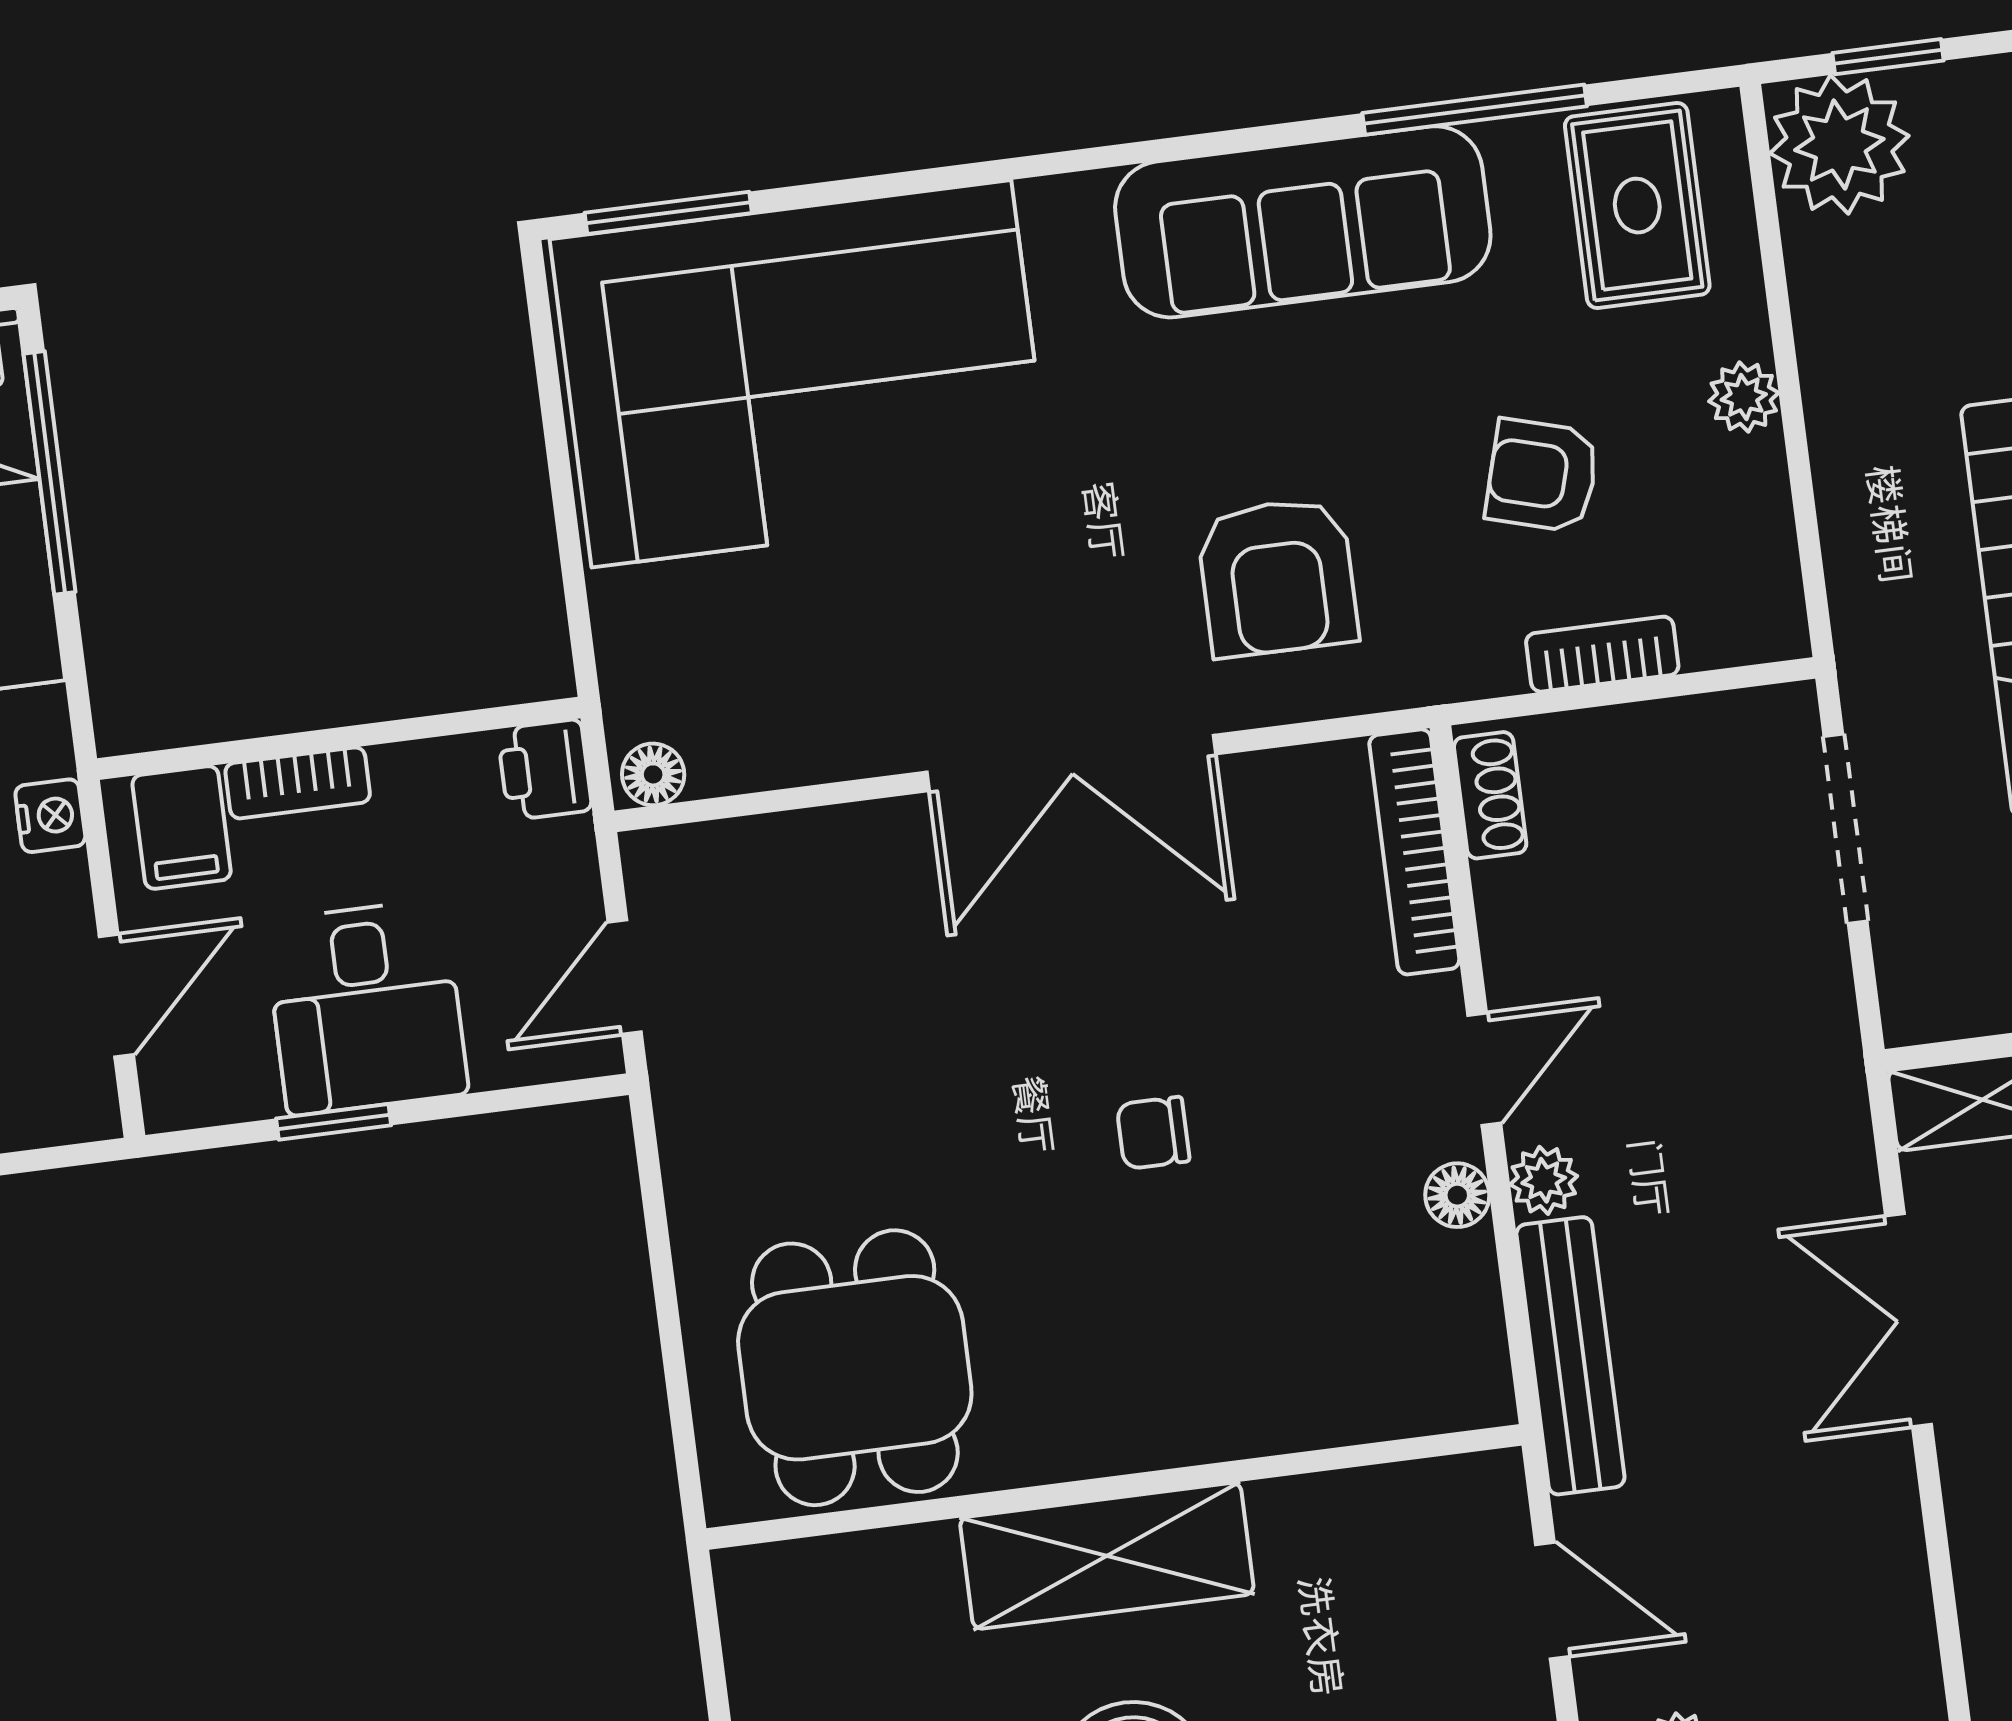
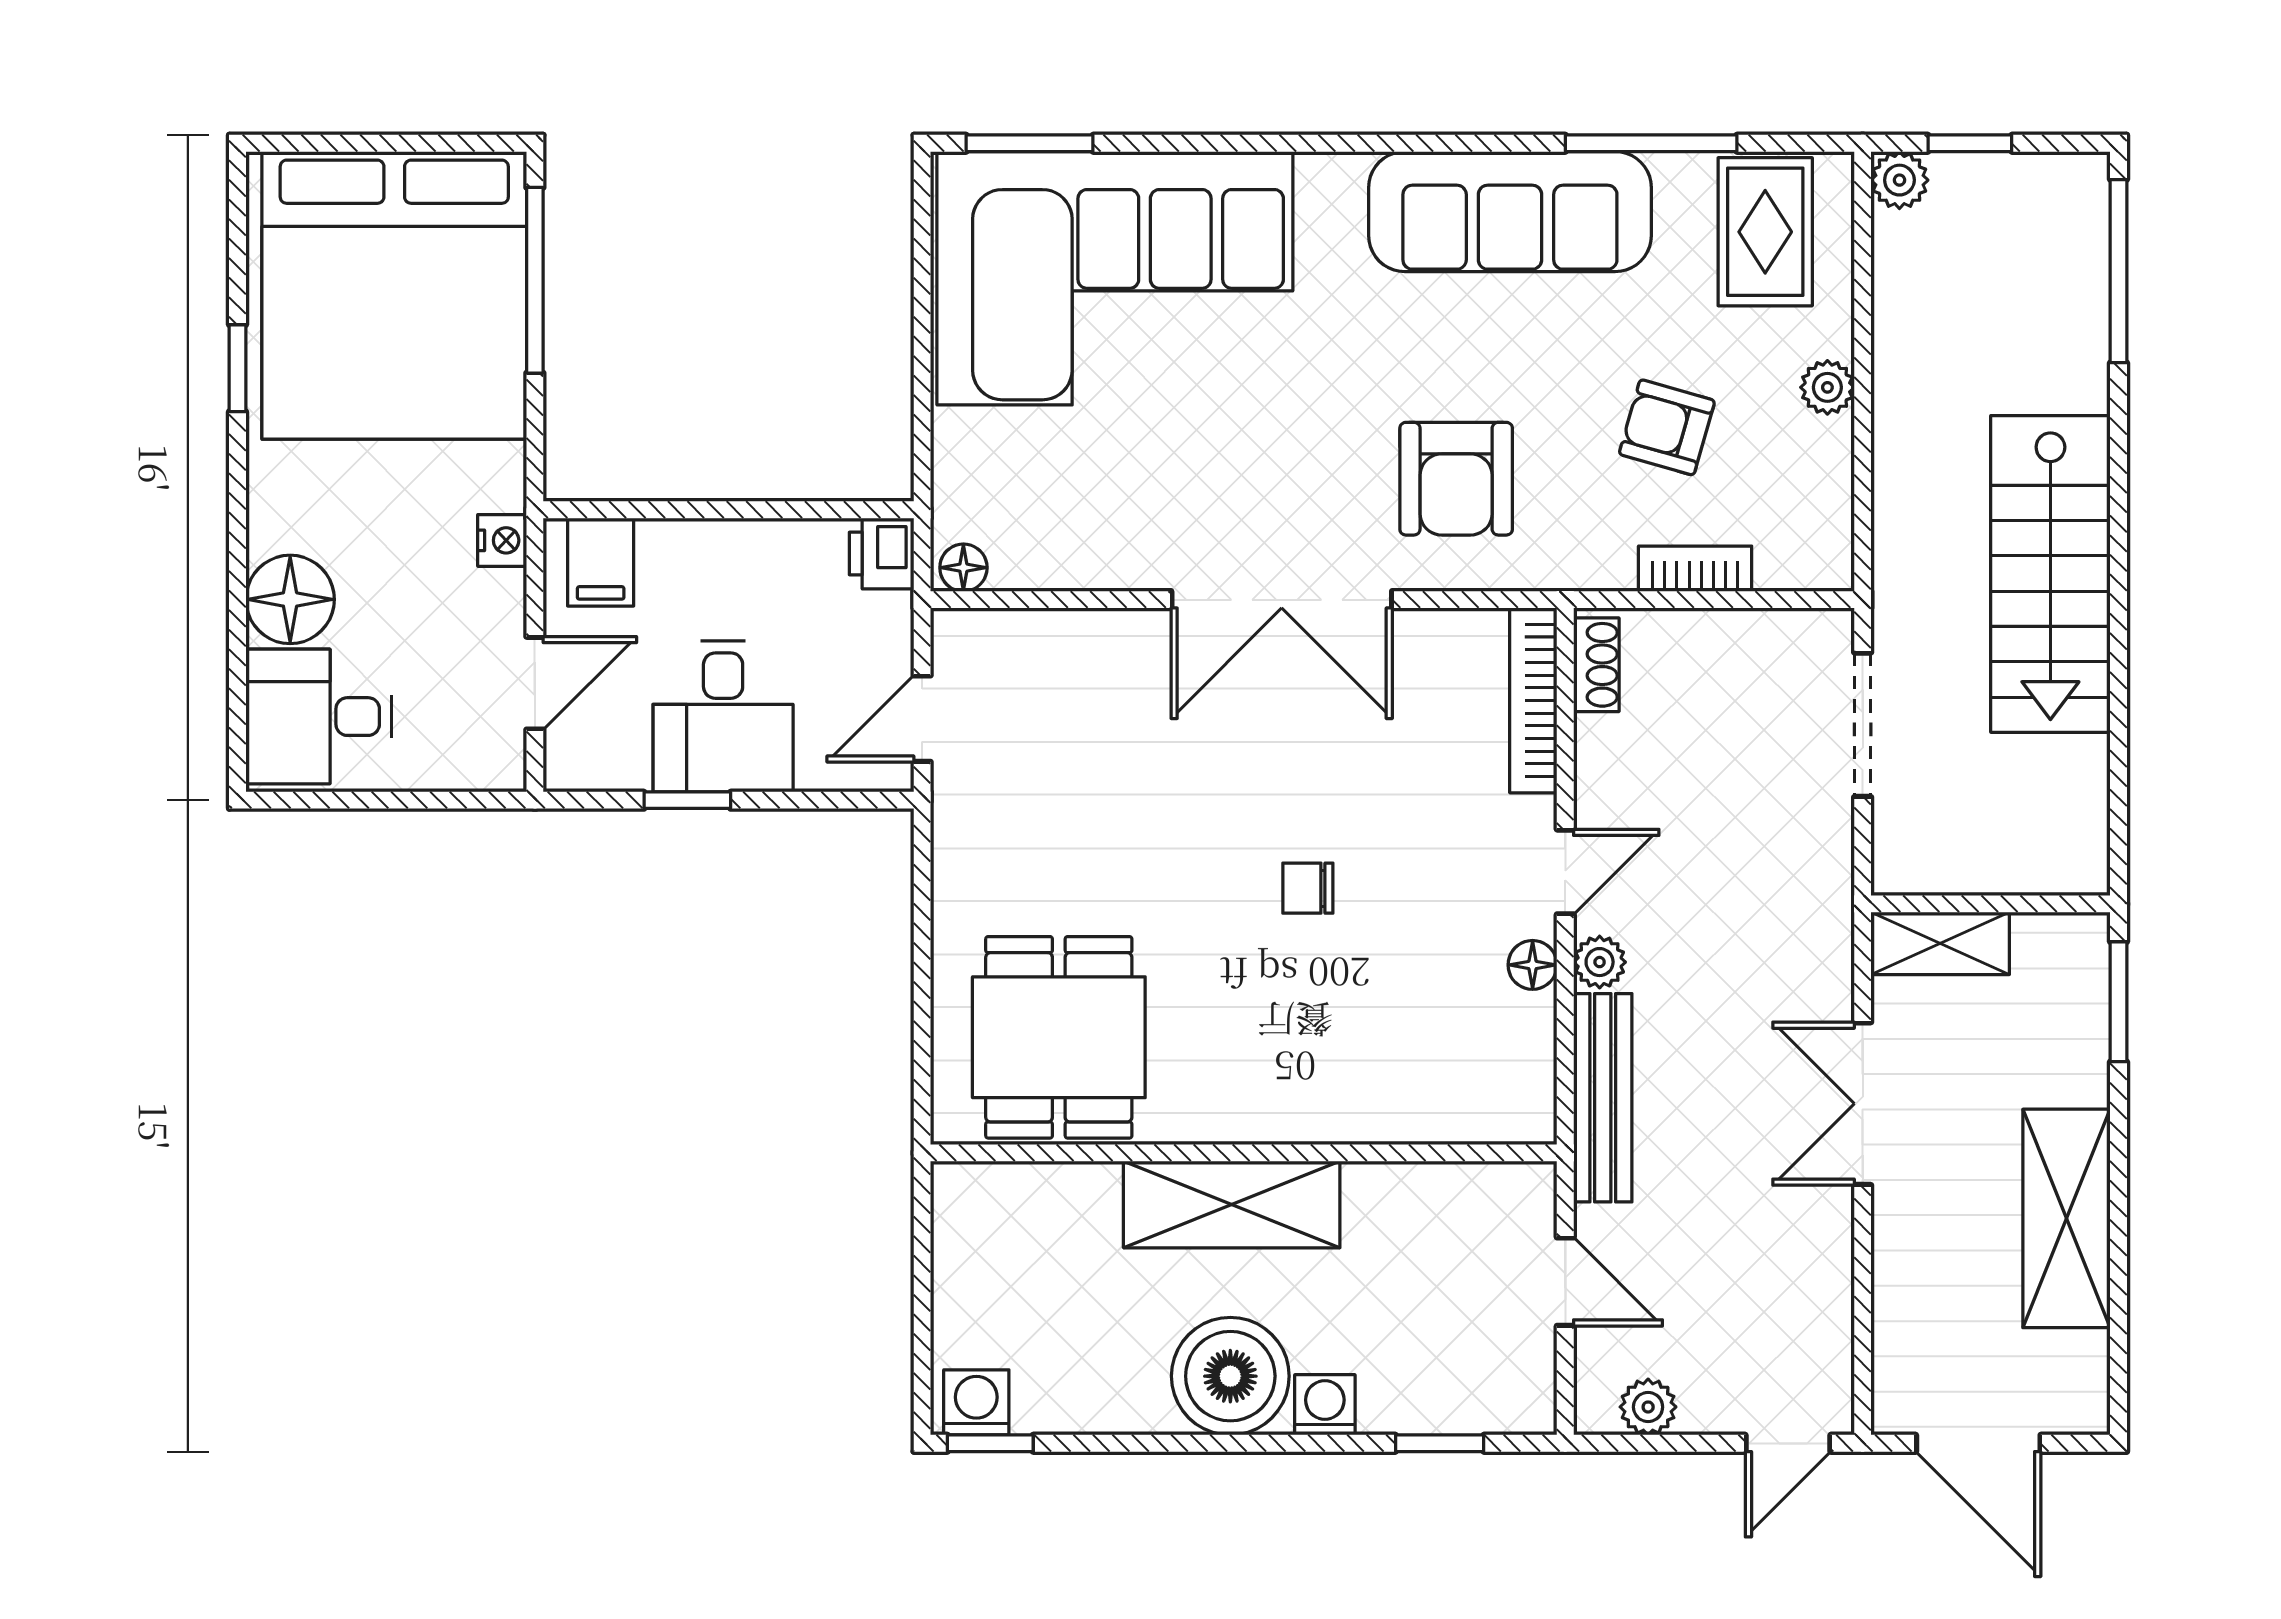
plant: (1839, 144) -> (1899, 180), width x0.53, depth x0.53
bookcase: (298, 783) -> (693, 540), removed

